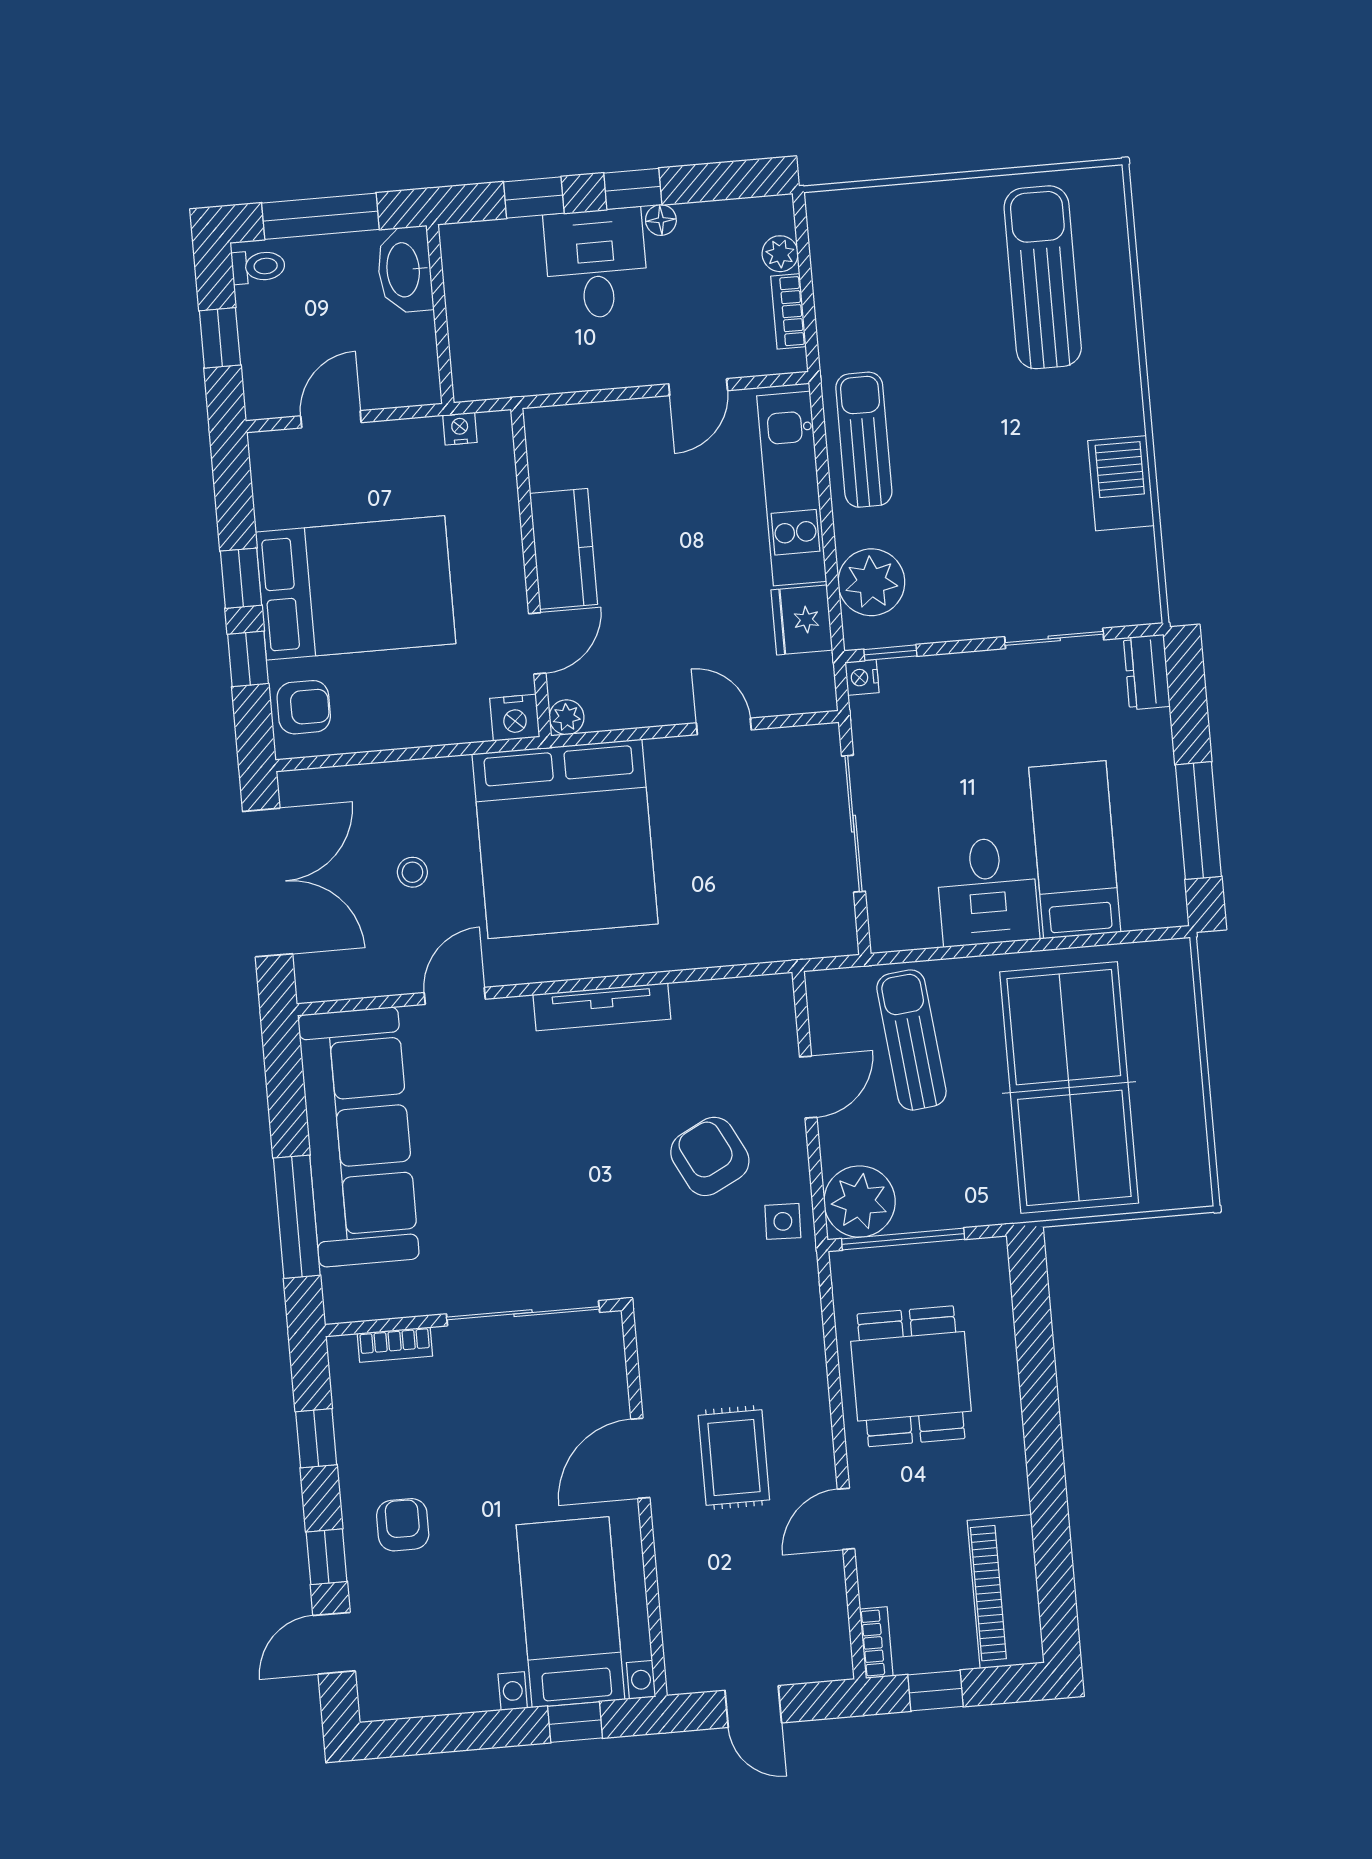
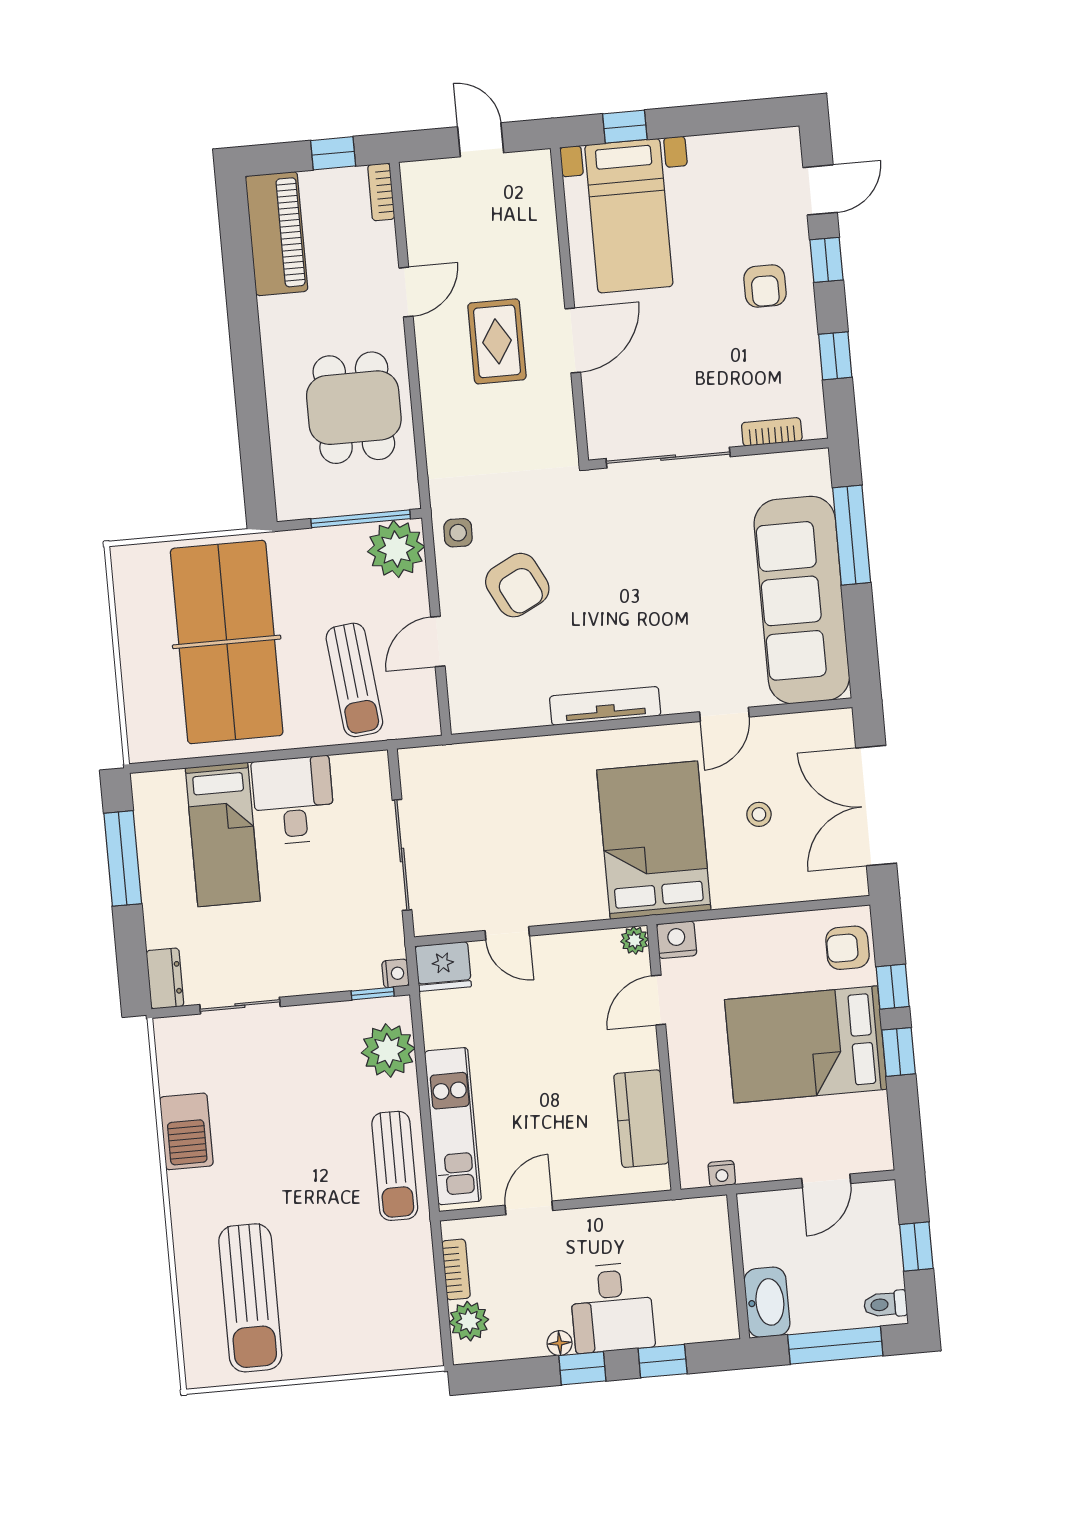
plant: (780, 254) -> (469, 1321), width x1.38, depth x1.38
kitchen counter: (564, 549) -> (641, 1119), moved
fridge: (802, 620) -> (443, 966), moved, turned 90
bed: (565, 839) -> (654, 840), width x0.73

